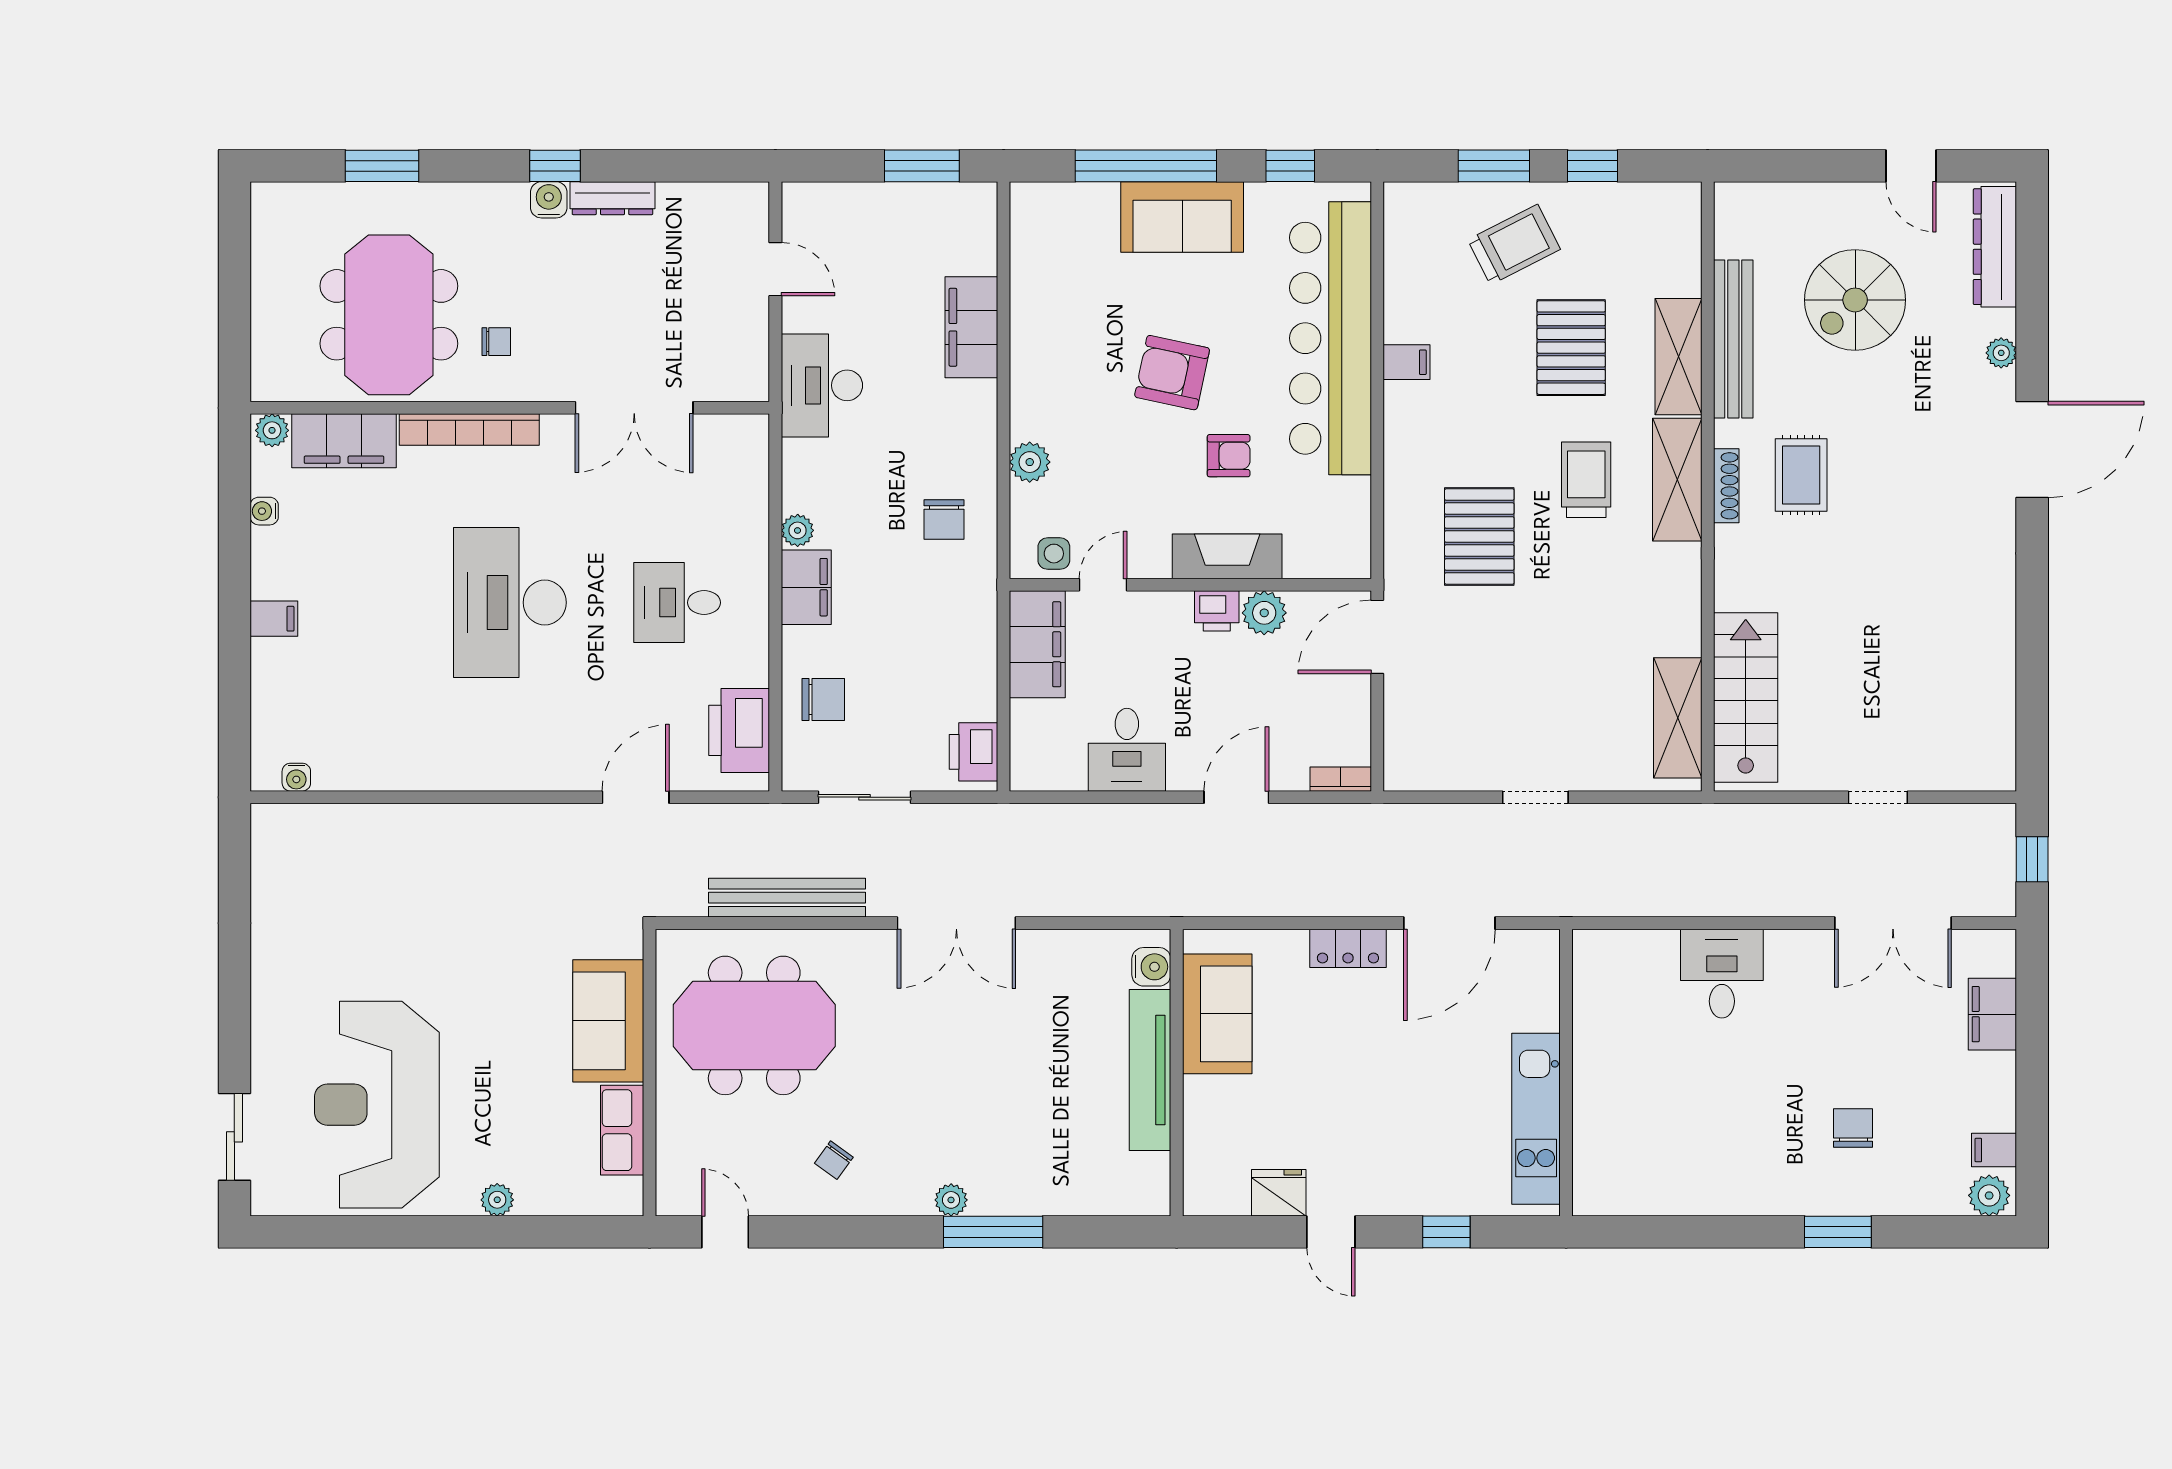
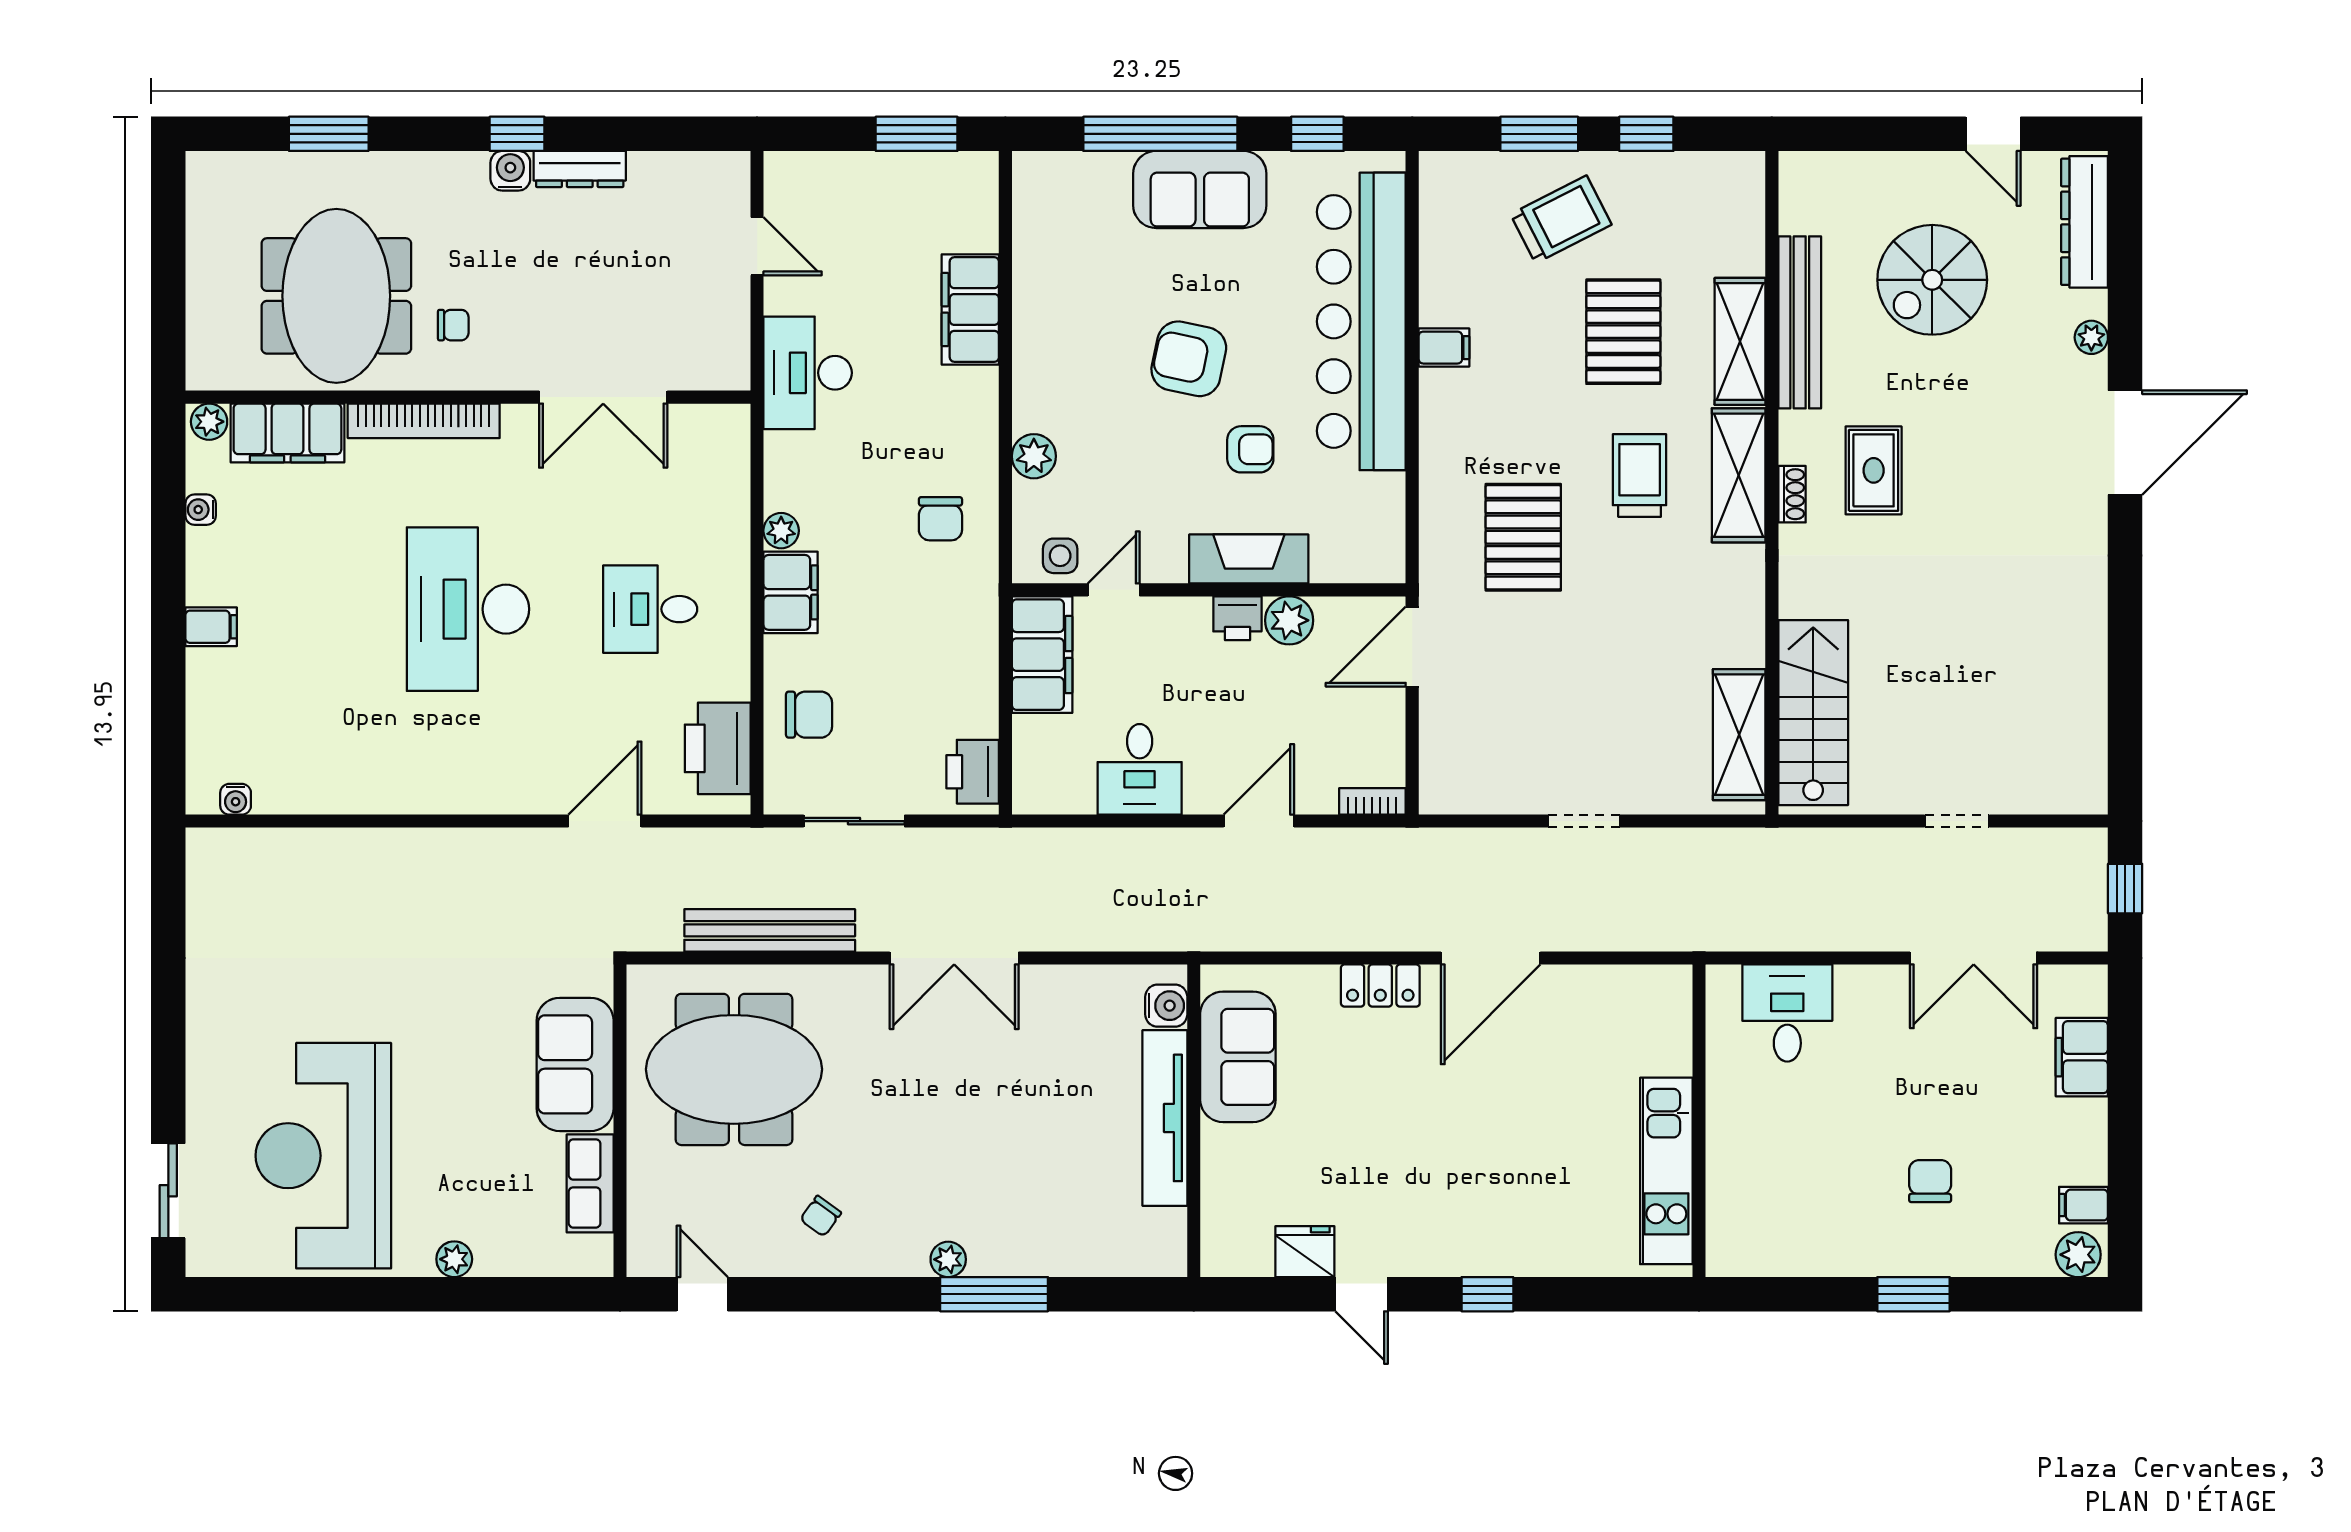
shoe rack: (1726, 486) -> (1792, 494), width x0.70
wall: (1566, 1073) -> (1699, 1121), moved
kitchen unit: (1536, 1119) -> (1666, 1171), moved

